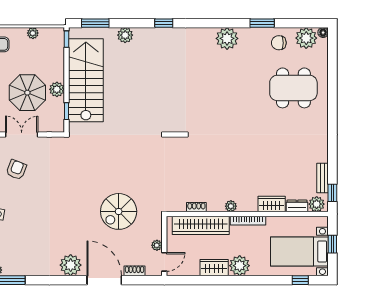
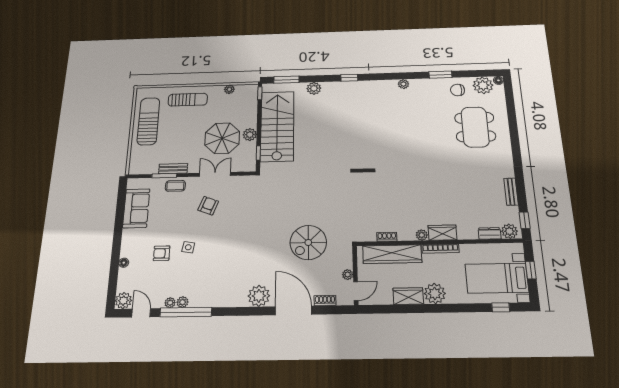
plant: (227, 38) -> (403, 84), width x0.53, depth x0.53
dining table: (293, 88) -> (475, 127), turned 90
bench: (323, 178) -> (511, 192), moved
wardrobe: (272, 204) -> (442, 233), moved

